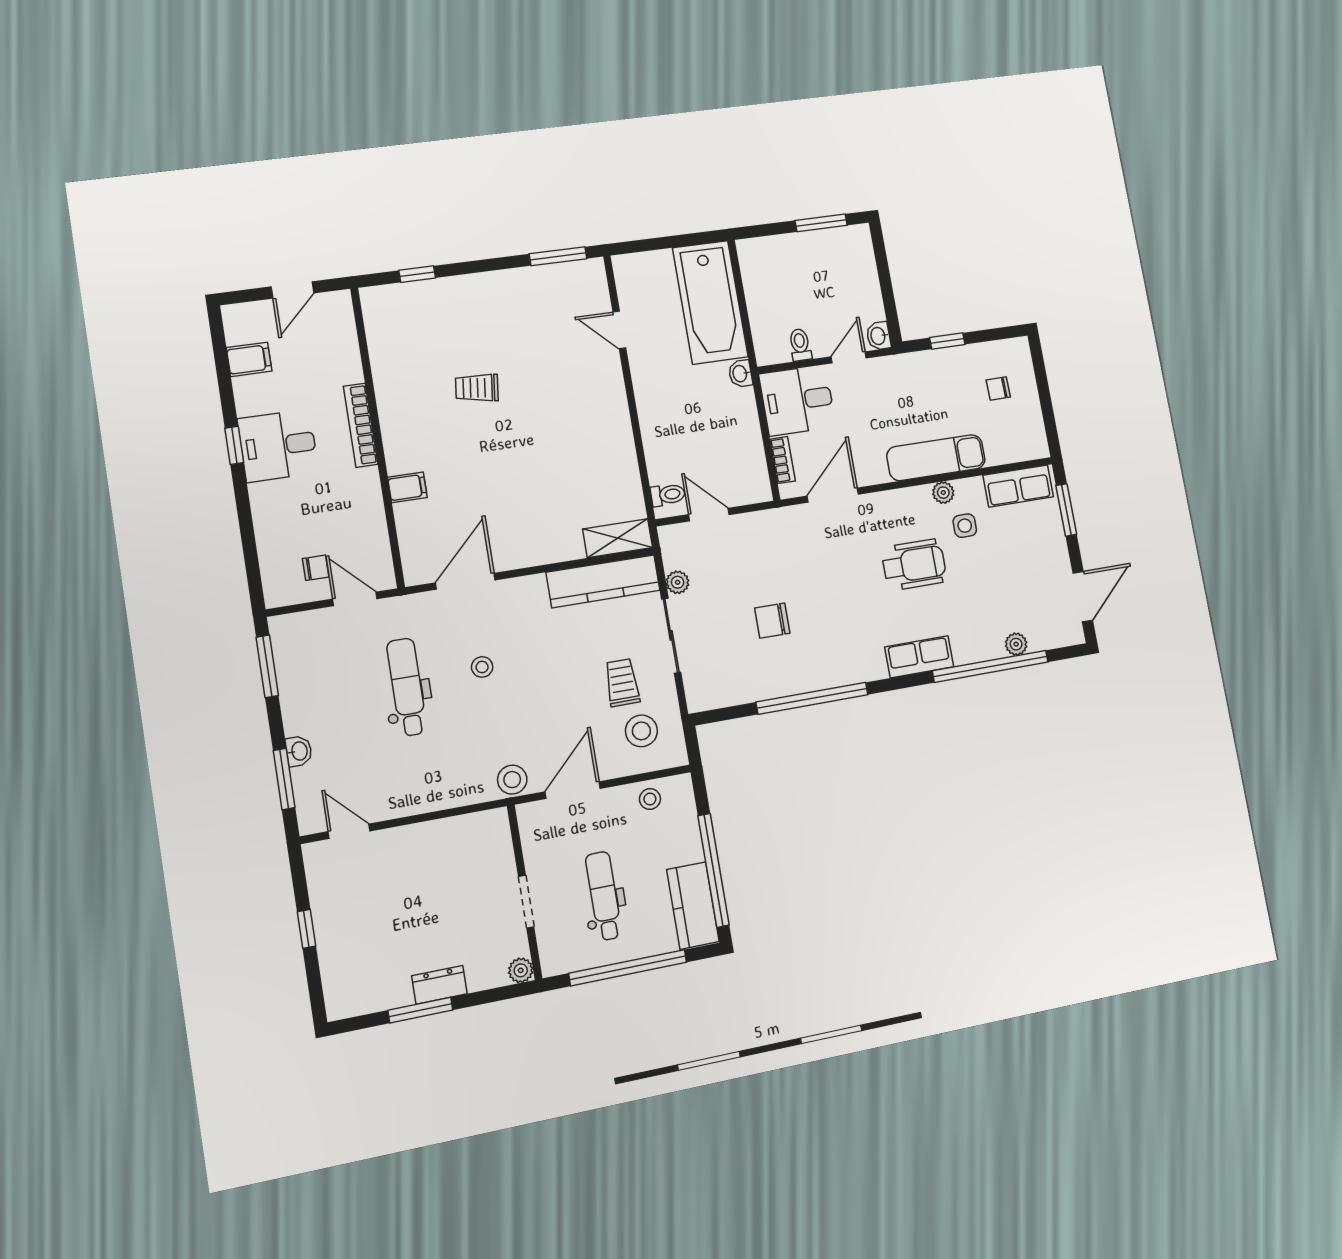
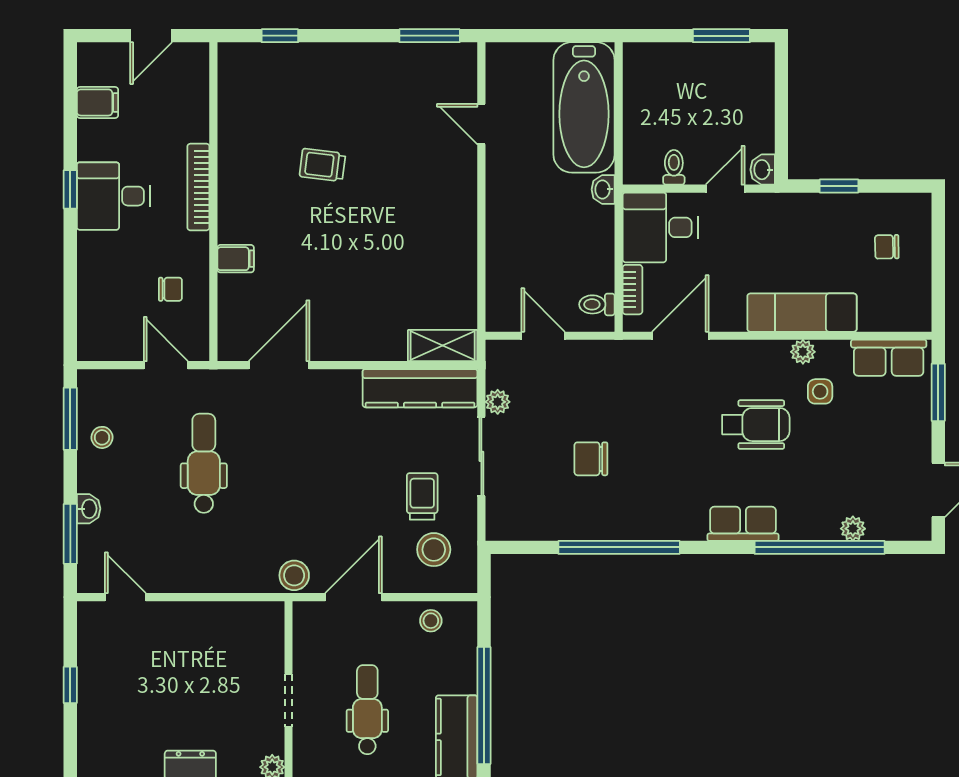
toilet: (668, 495) -> (597, 304), moved, turned 180
chair: (316, 568) -> (170, 289), moved
stool: (482, 667) -> (102, 437), moved

